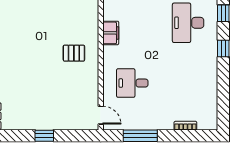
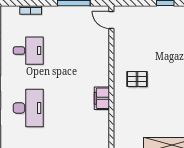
desk: (132, 83) -> (28, 51), moved

